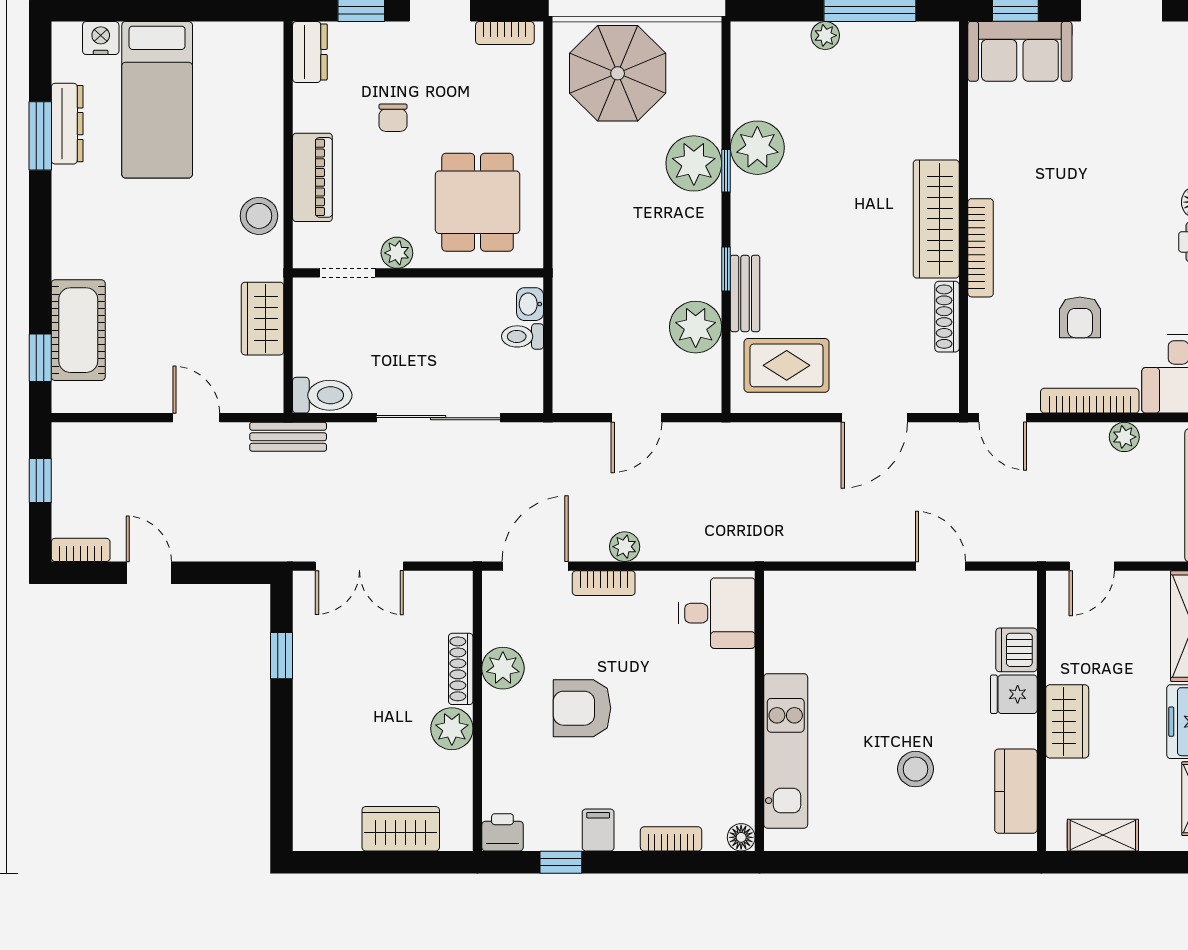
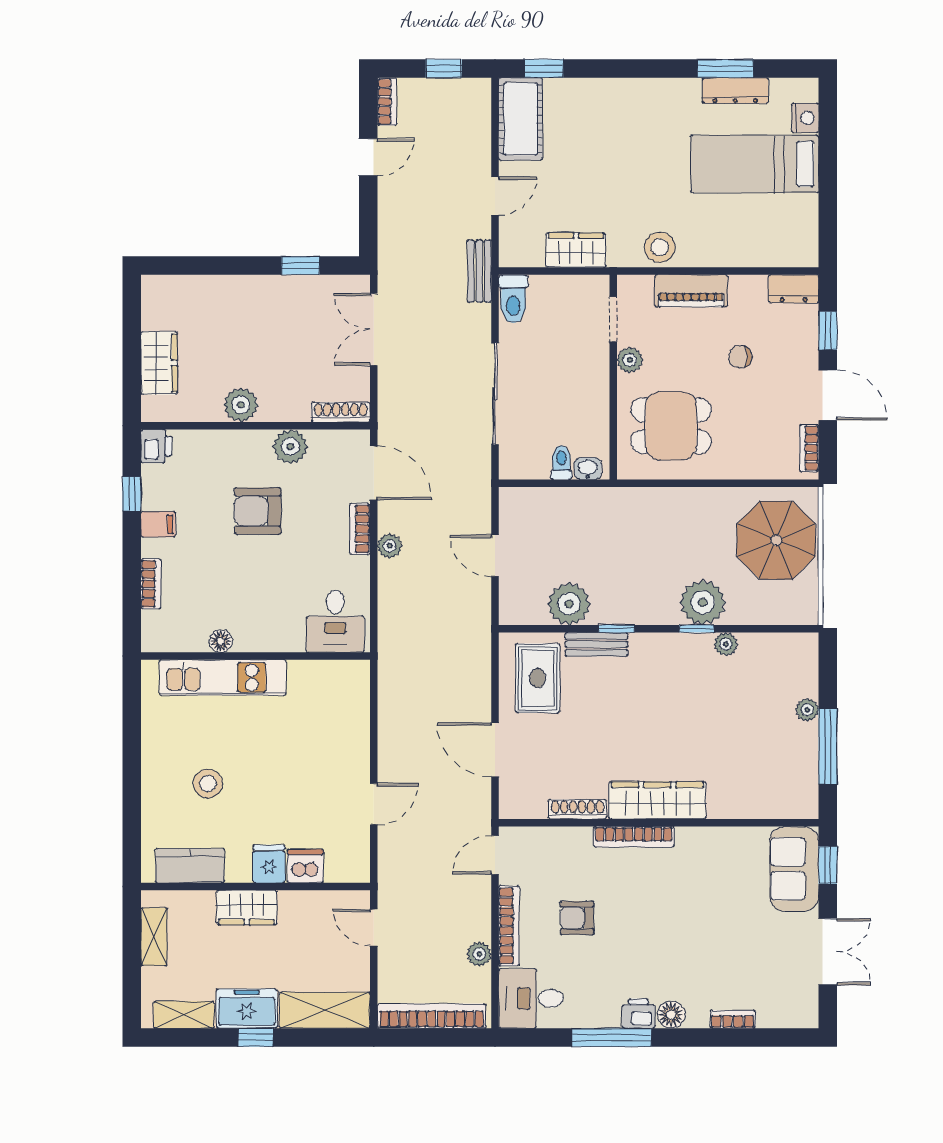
plant: (757, 148) -> (726, 644), width x0.53, depth x0.53
cot: (78, 330) -> (521, 119), moved, turned 90
shoe rack: (461, 669) -> (341, 412), moved
armchair: (582, 708) -> (258, 511), turned -90
floor lamp: (741, 837) -> (221, 641), moved

